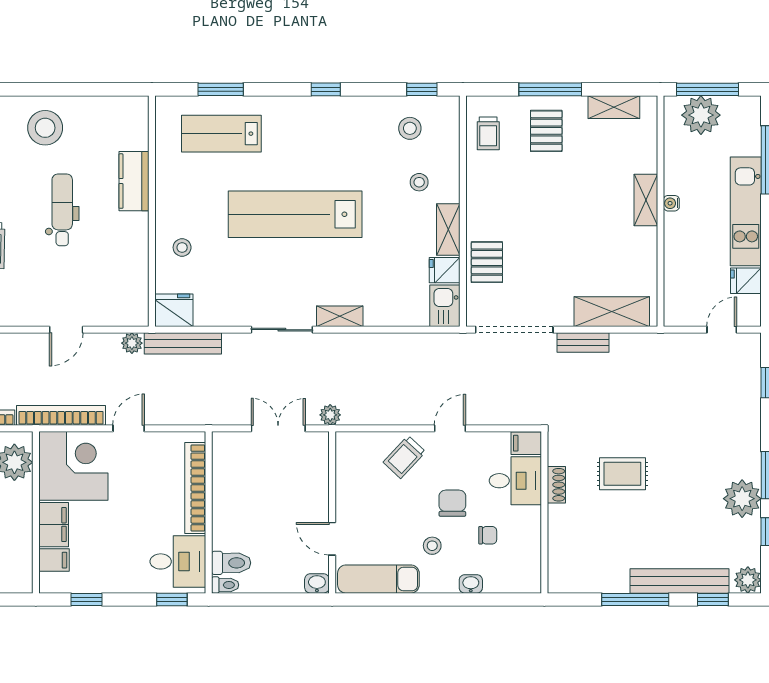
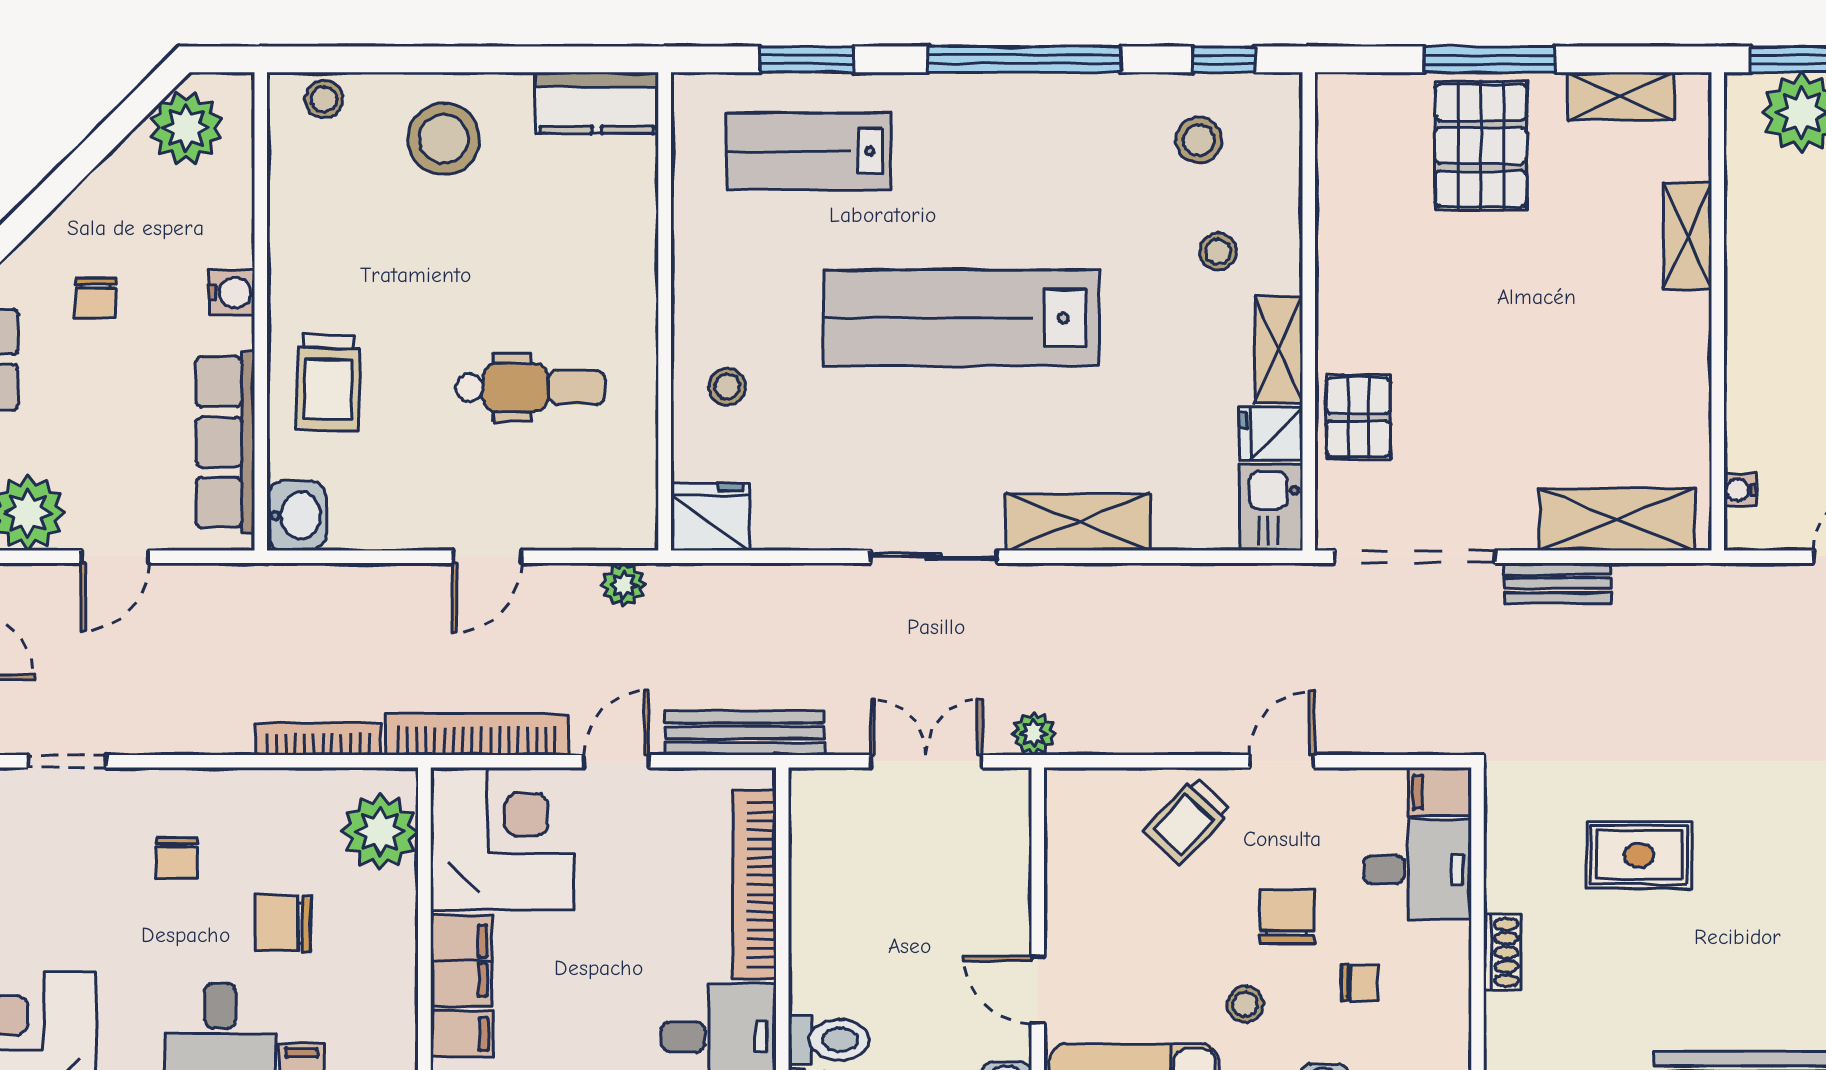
window: (326, 89) -> (1025, 59), width x3.17
pallet: (546, 131) -> (1481, 146), width x1.50, depth x1.42
trolley: (488, 133) -> (1361, 151), removed
kitchen counter: (134, 181) -> (597, 103), moved, turned -90
shelving: (646, 200) -> (1687, 236), moved
water cooler: (671, 203) -> (1740, 490), moved
dental chair: (62, 210) -> (531, 388), moved, turned 90
shelving: (340, 316) -> (1078, 522), width x1.50, depth x1.33
bench: (183, 343) -> (744, 733), moved
shoe rack: (556, 485) -> (1502, 952), moved

